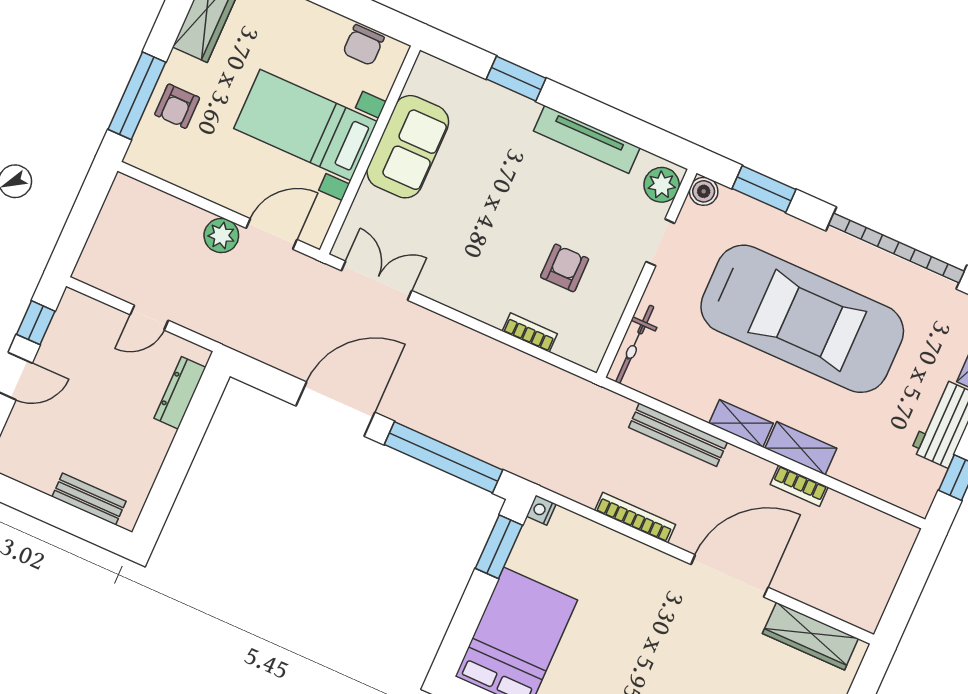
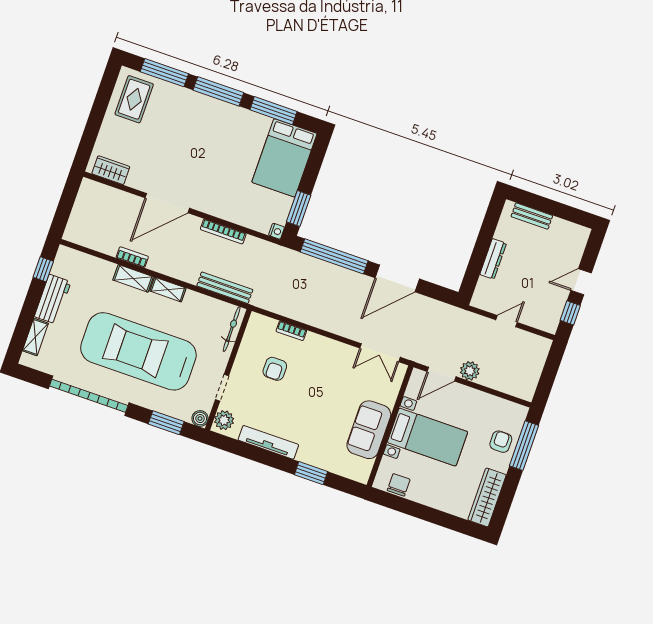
dresser: (180, 393) -> (493, 259), moved
bench: (678, 435) -> (225, 288), moved
wardrobe: (810, 636) -> (111, 170), width x0.67

